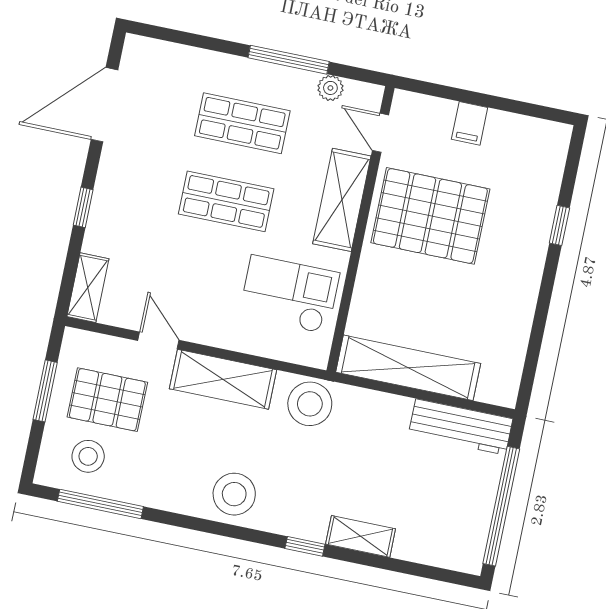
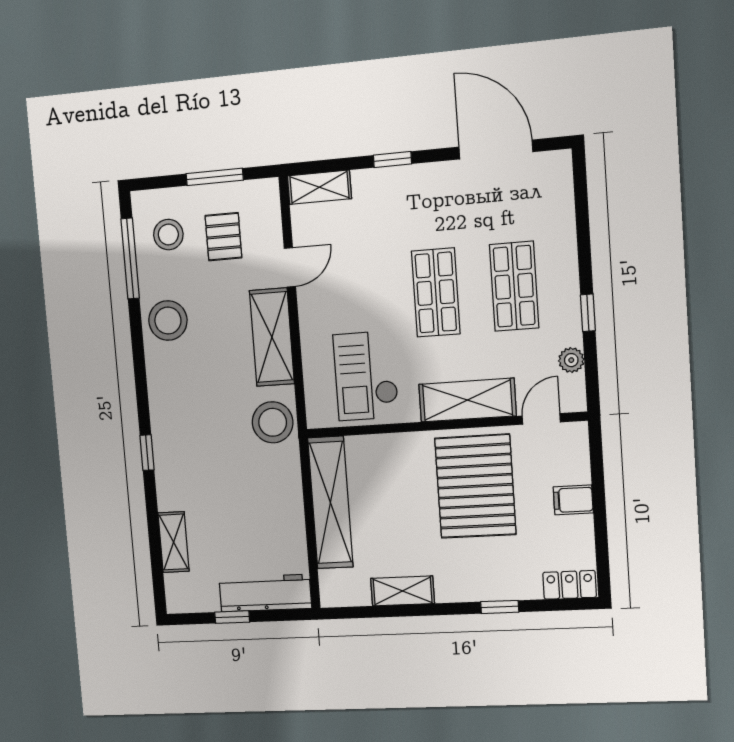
window: (289, 60) -> (588, 313), width x0.46
locker: (554, 150) -> (570, 585), added
checkout: (289, 294) -> (366, 376), turned 180
shelving: (518, 319) -> (402, 591), added
pallet: (107, 400) -> (223, 237), width x0.67, depth x0.71
workbench: (461, 427) -> (265, 593), moved, turned 90
stool: (234, 494) -> (168, 321), moved
window: (501, 506) -> (232, 617), width x0.32
shelving: (361, 536) -> (174, 542), moved

